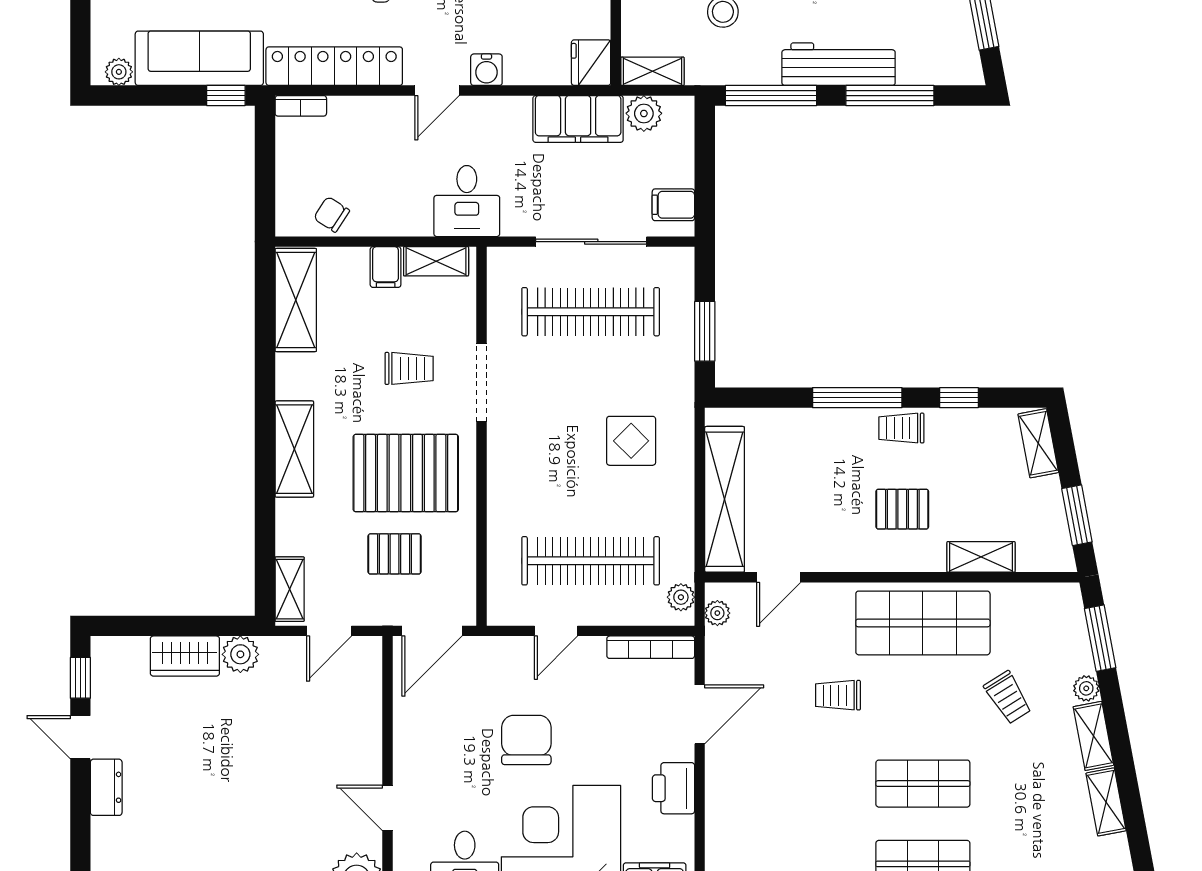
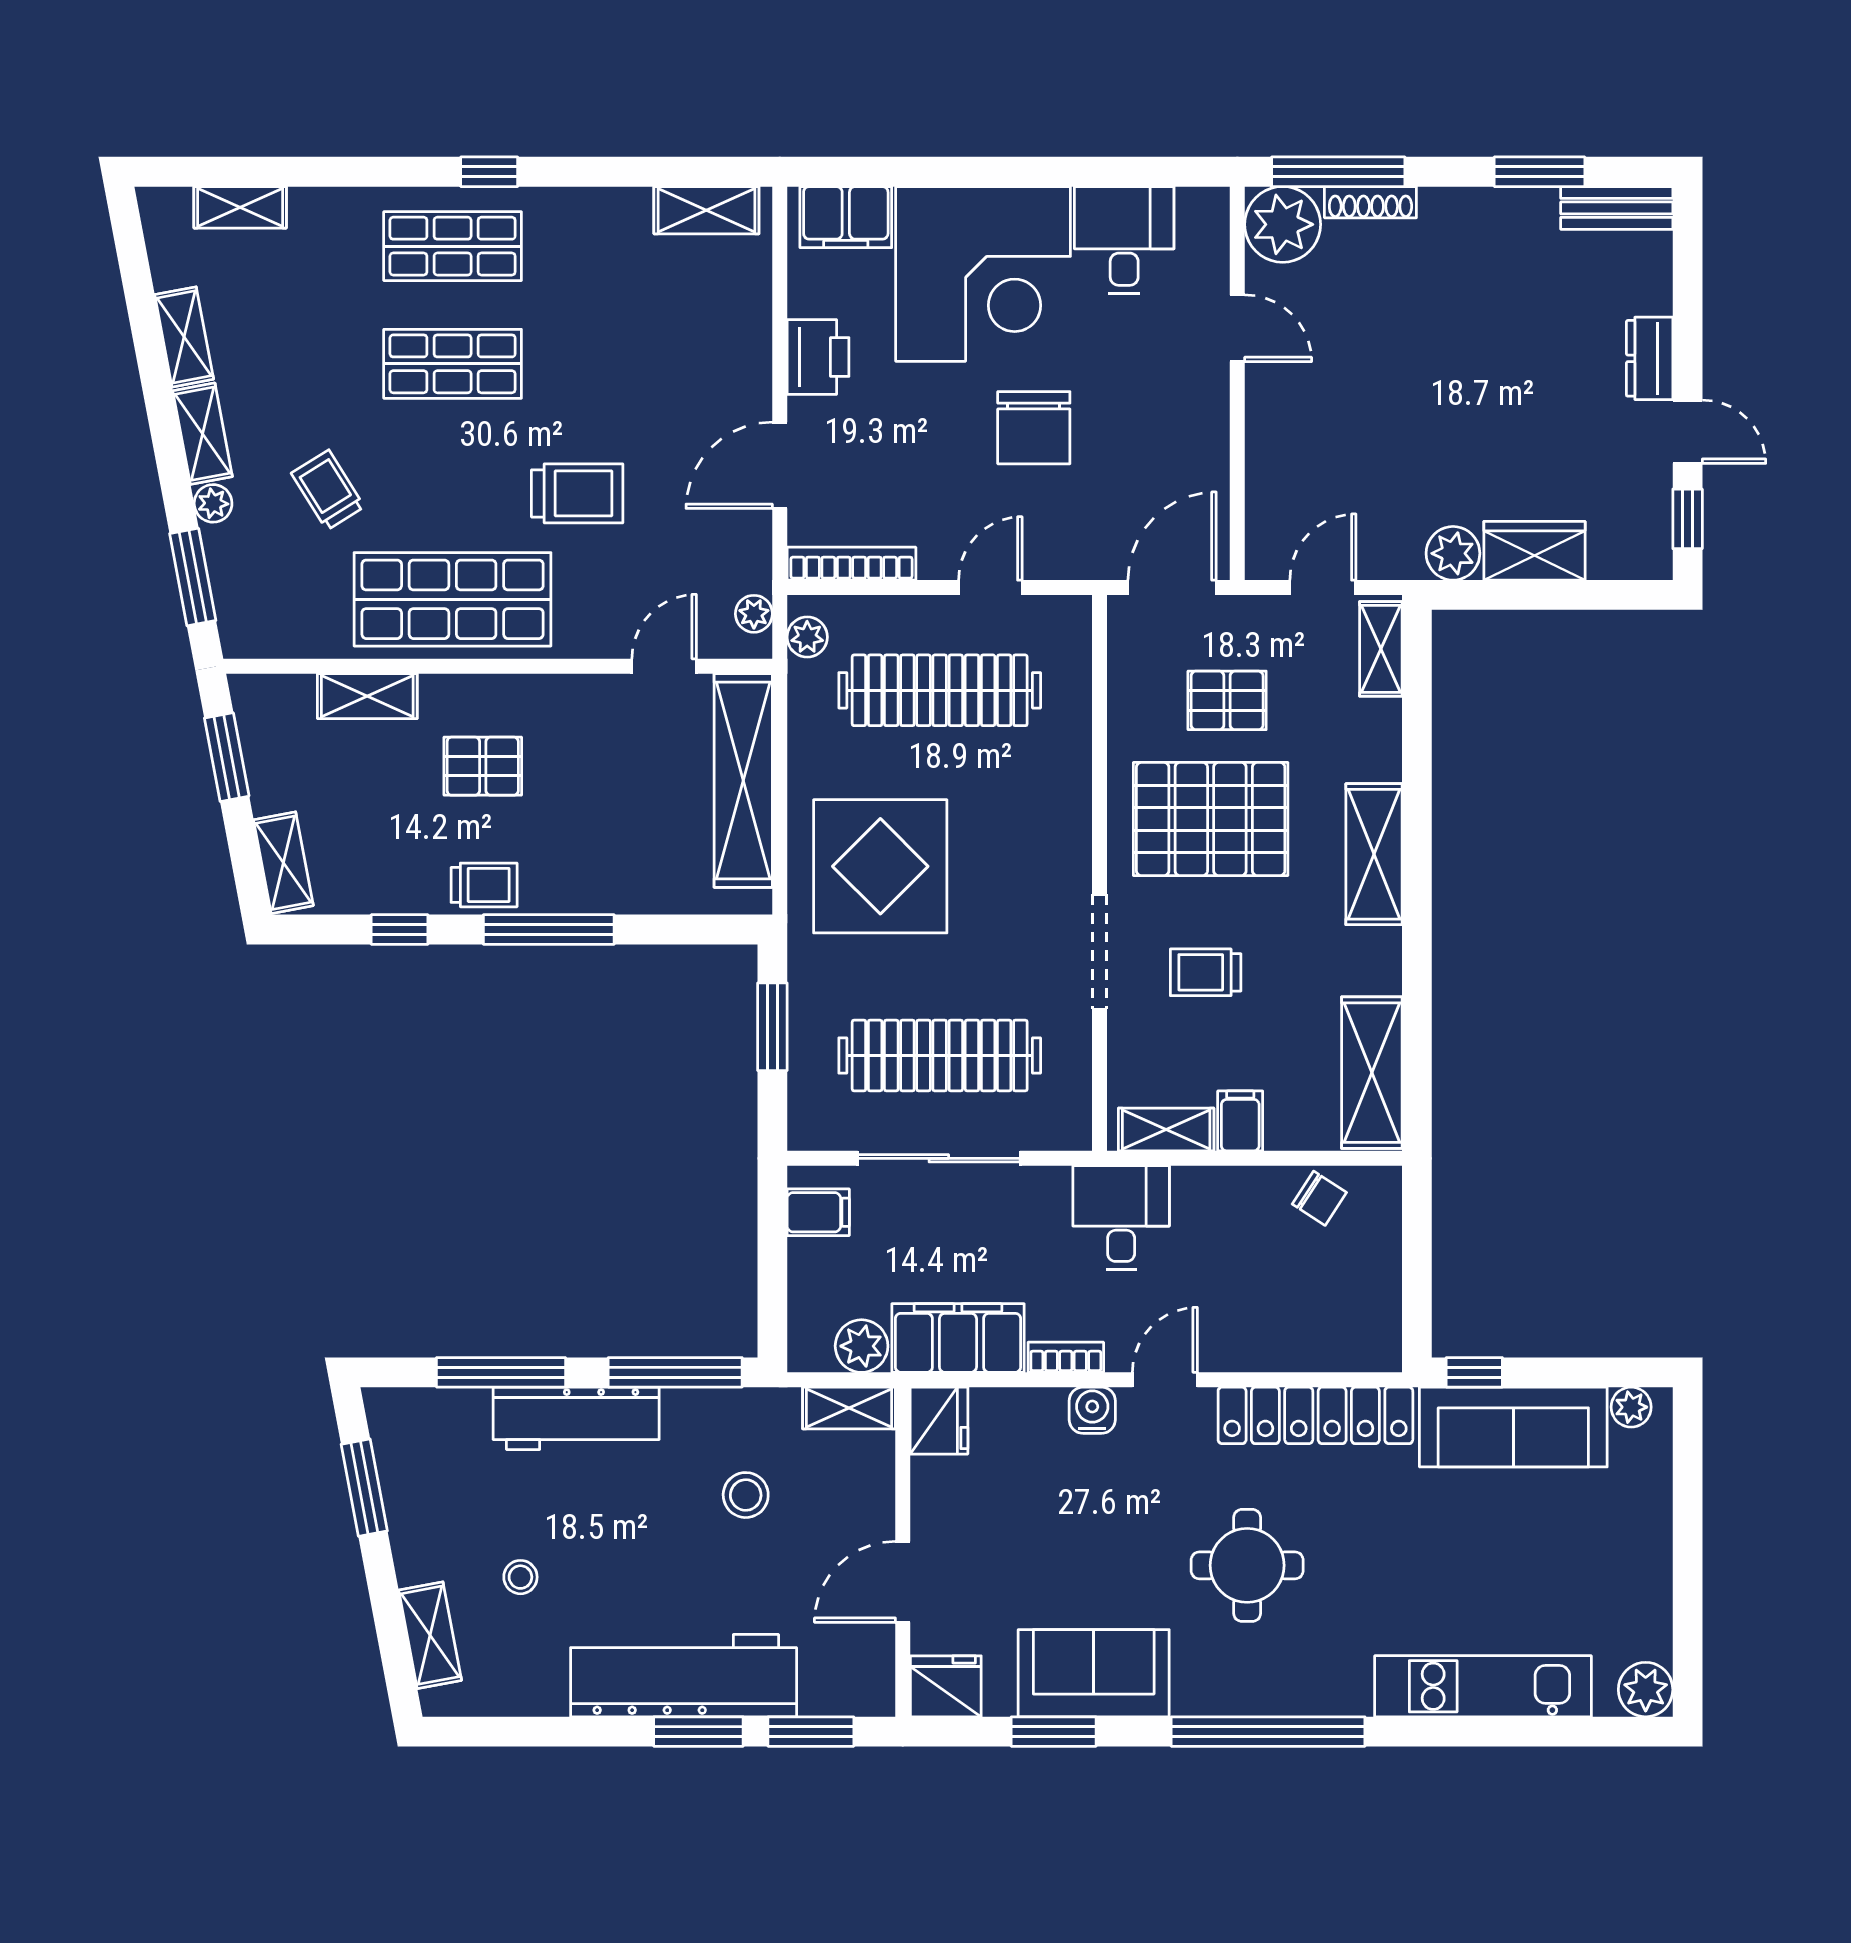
bookcase: (301, 106) -> (1066, 1357), moved
display table: (631, 441) -> (880, 866), width x1.86, depth x1.86
trolley: (838, 695) -> (577, 493), width x1.36, depth x1.39

